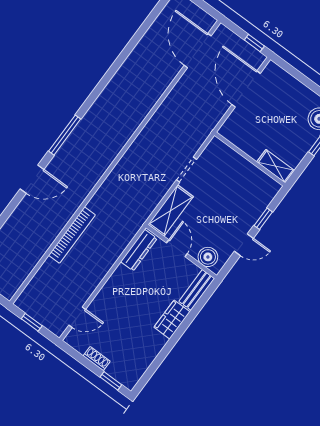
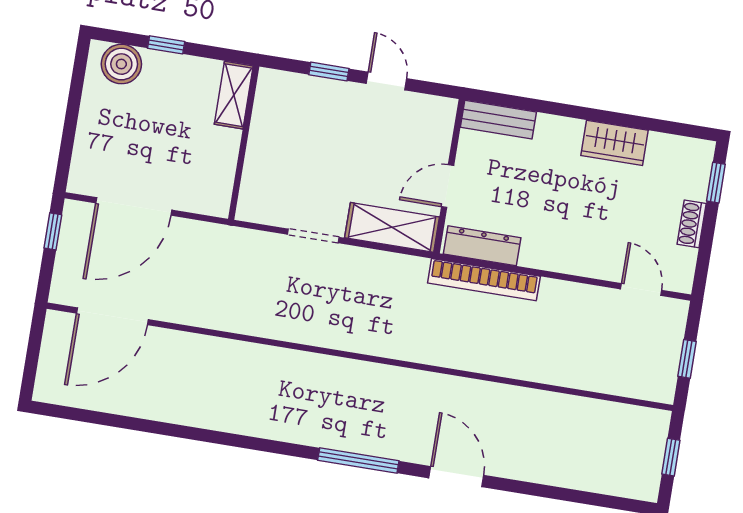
bookcase: (72, 235) -> (484, 280), moved, turned 180
boiler: (208, 257) -> (436, 129), removed
wardrobe: (172, 320) -> (615, 143), moved

